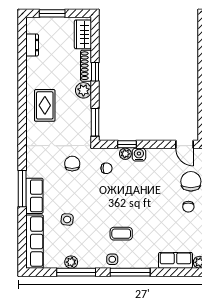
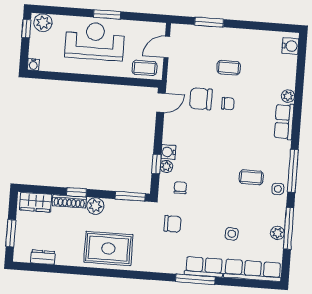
rug: (45, 105) -> (108, 248), width x1.36, depth x1.43
chair: (72, 164) -> (173, 224), turned 180
coffee table: (121, 234) -> (251, 177), turned 90

